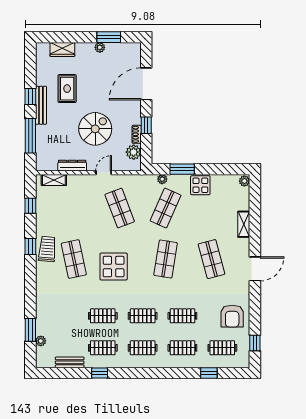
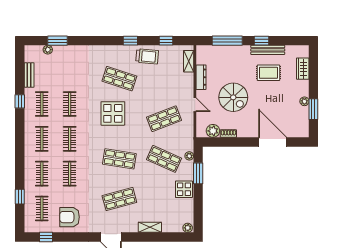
bench: (41, 105) -> (268, 50), moved
window: (146, 125) -> (236, 142), removed
trolley: (47, 249) -> (147, 56), moved
shop shelf: (74, 259) -> (119, 79), turned 30

